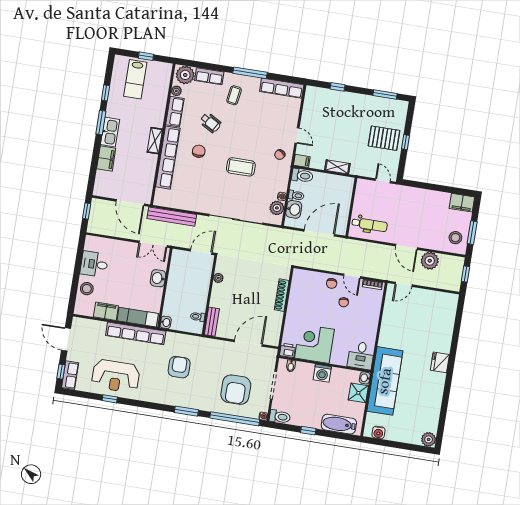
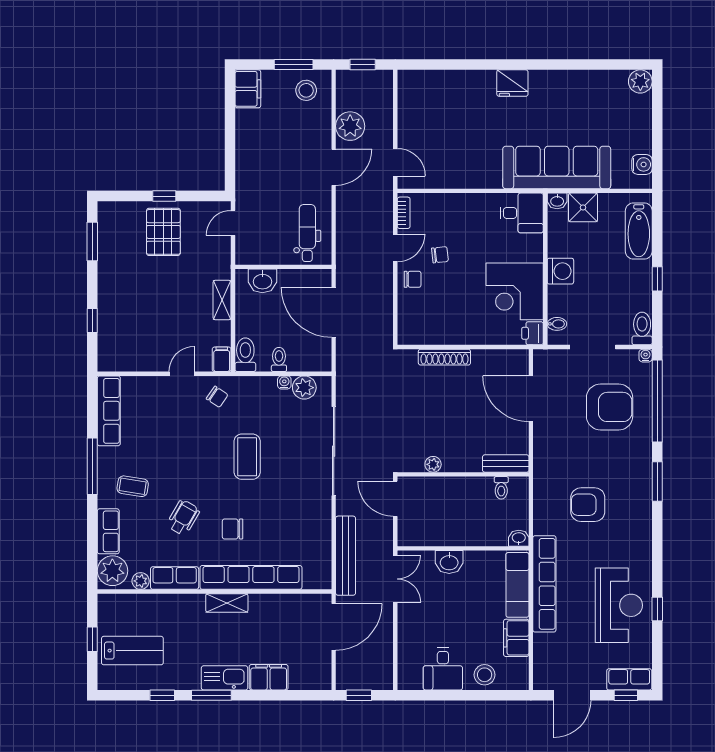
washbasin: (294, 209) -> (262, 281), moved, turned 180

